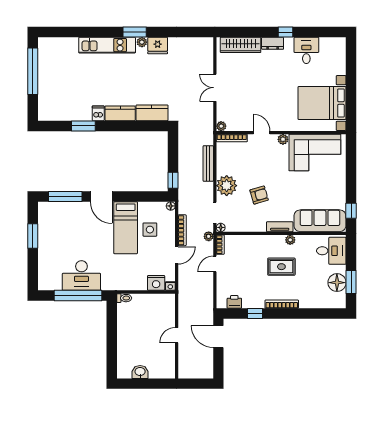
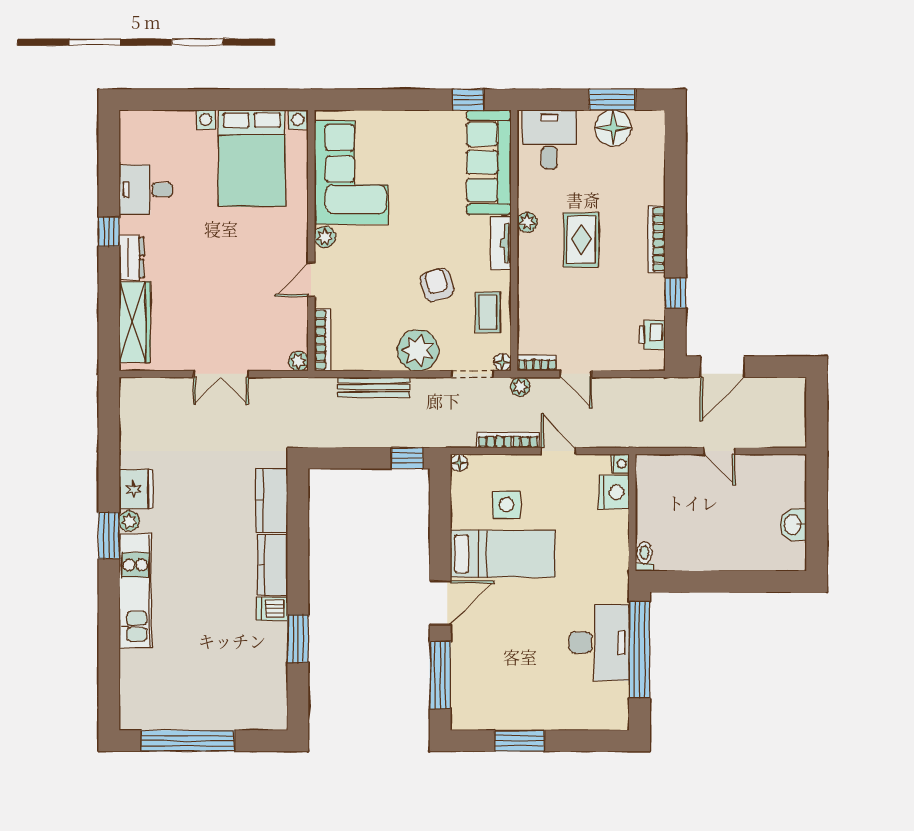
coffee table: (245, 220) -> (488, 312), added

